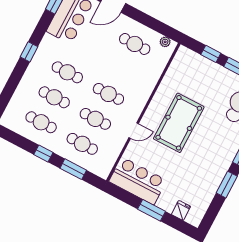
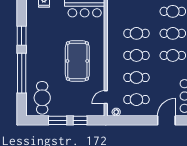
door: (134, 131) -> (106, 97), moved
cafe table: (82, 144) -> (136, 77), moved

